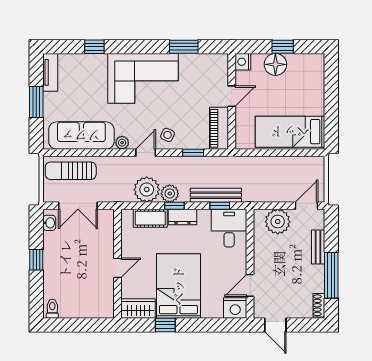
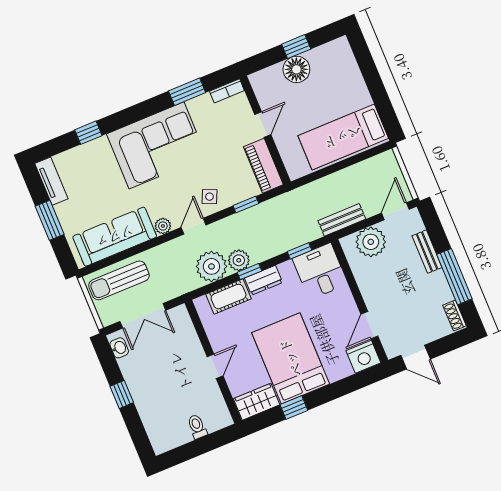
bookcase: (215, 59) -> (227, 91), added
nightstand: (243, 62) -> (259, 81), removed
bench: (216, 195) -> (342, 220), moved, width x0.73
toilet: (52, 309) -> (197, 427), moved

